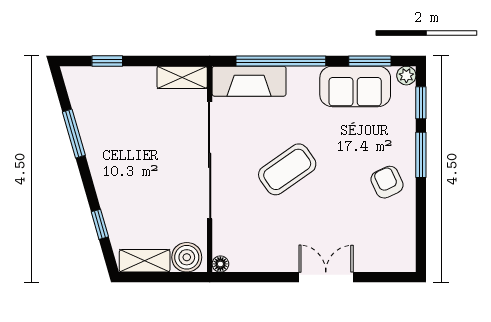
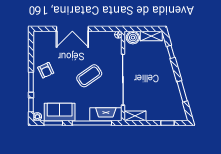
double door: (326, 277) -> (72, 29), width x1.37

